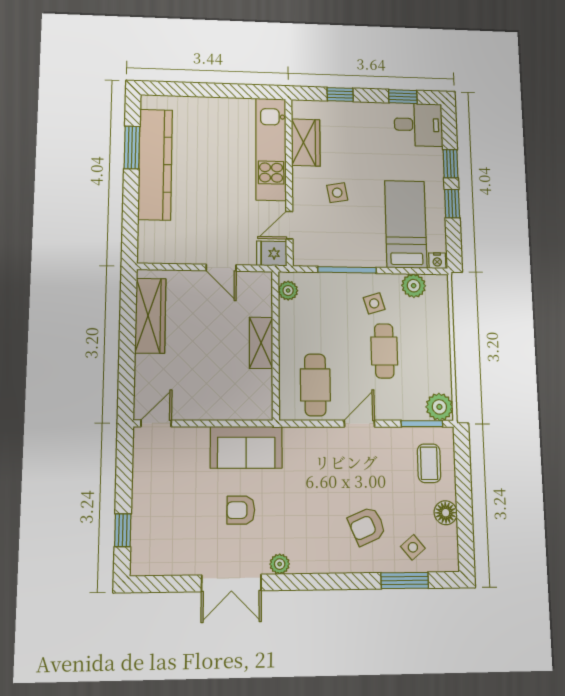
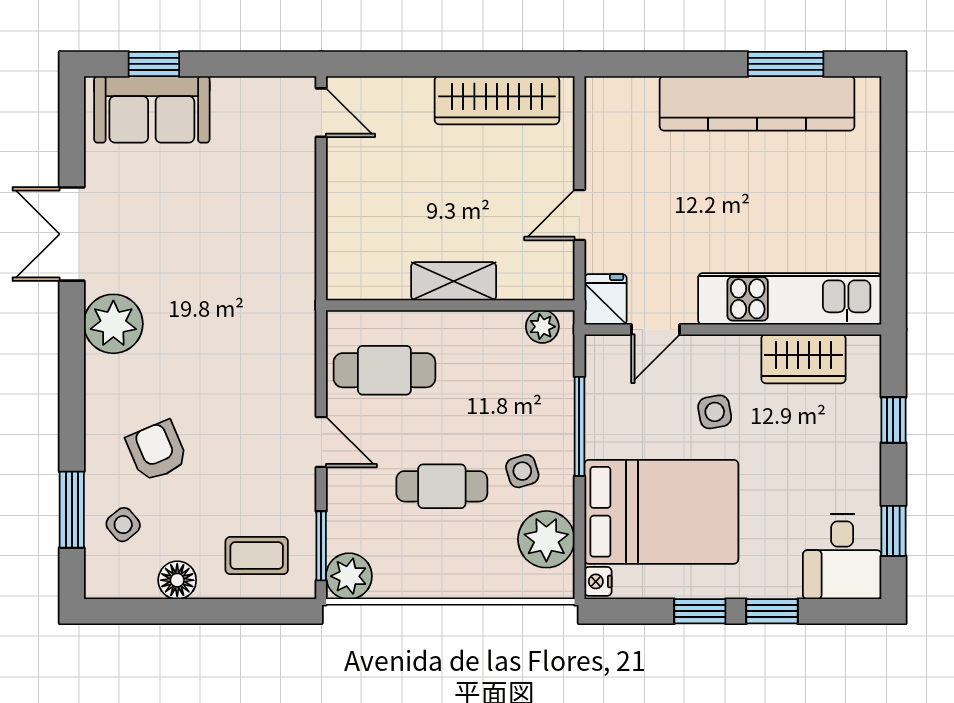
bed: (406, 224) -> (661, 512), width x1.50
door: (289, 225) -> (655, 330), swing flipped
plant: (414, 286) -> (546, 539), width x1.36, depth x1.36
sofa: (246, 447) -> (152, 109), moved, turned -90
armchair: (241, 510) -> (184, 249), removed
plant: (280, 564) -> (113, 324), width x1.87, depth x1.87

